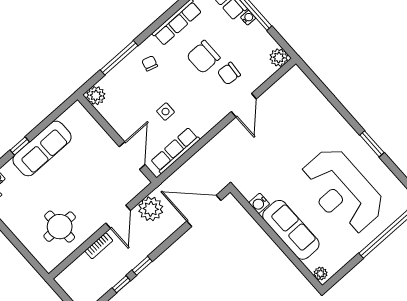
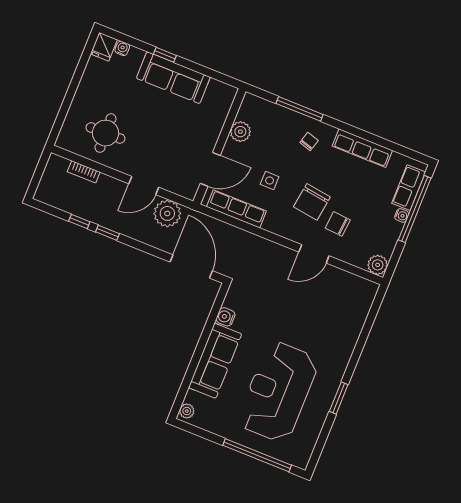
chair: (203, 57) -> (312, 202), moved, turned -82
plant: (96, 96) -> (240, 132), moved
bookcase: (99, 246) -> (84, 172), moved

